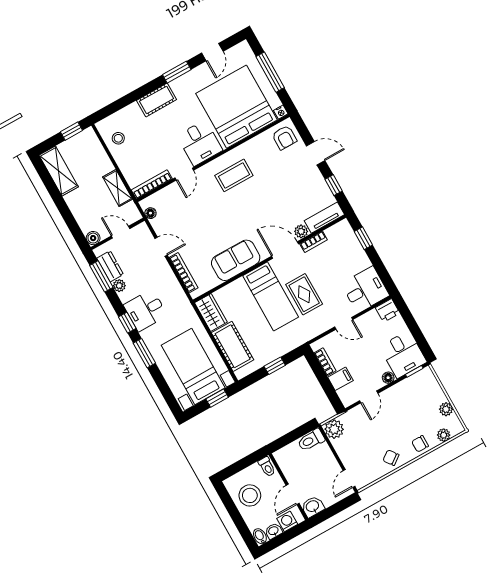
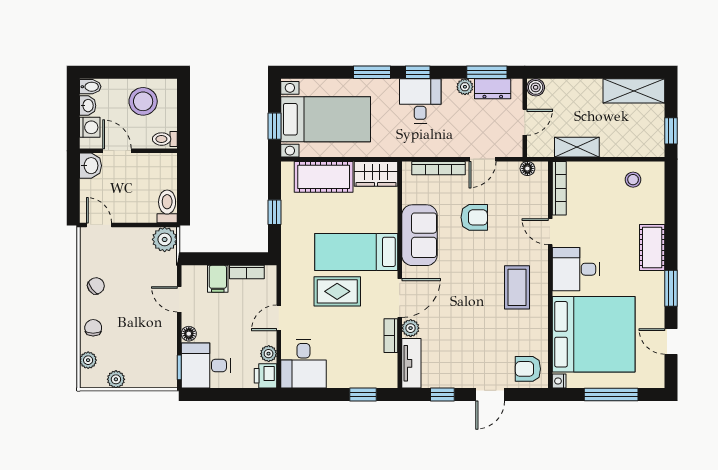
armchair: (203, 230) -> (474, 217), added
plant: (372, 317) -> (269, 354), added

